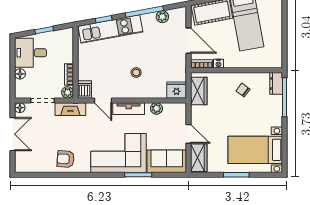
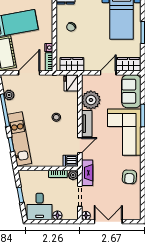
plant: (156, 108) -> (91, 100), width x1.88, depth x1.88

